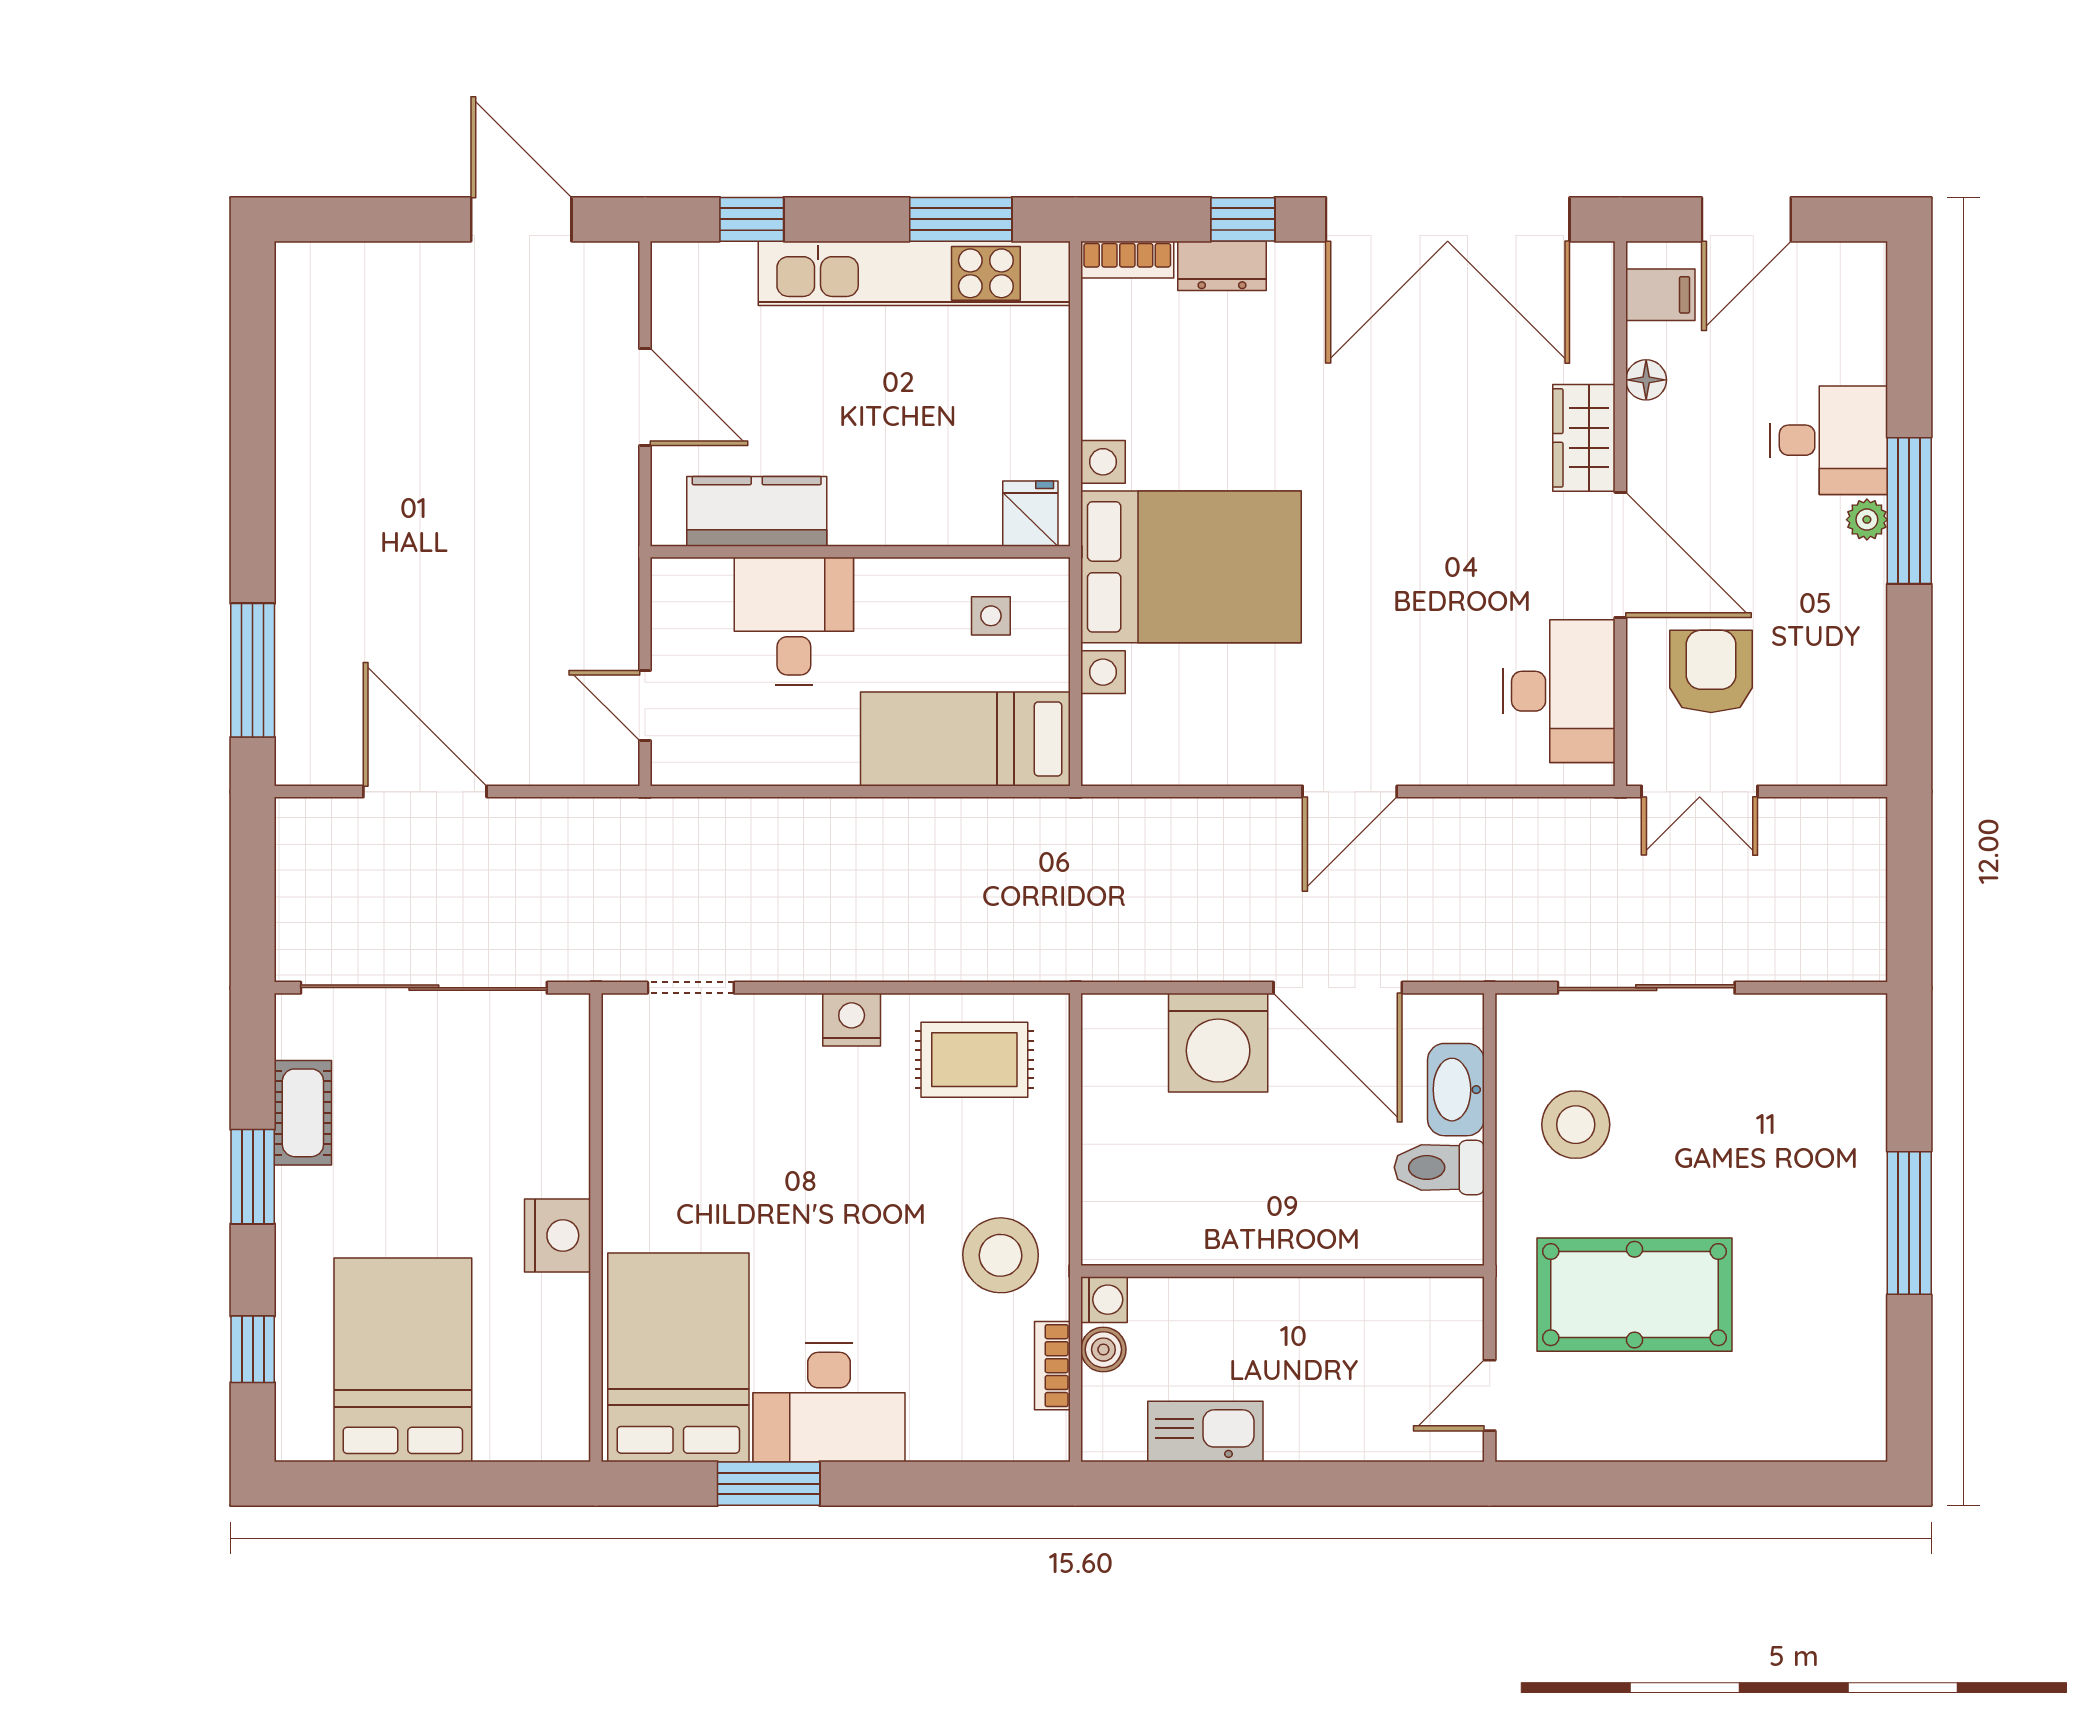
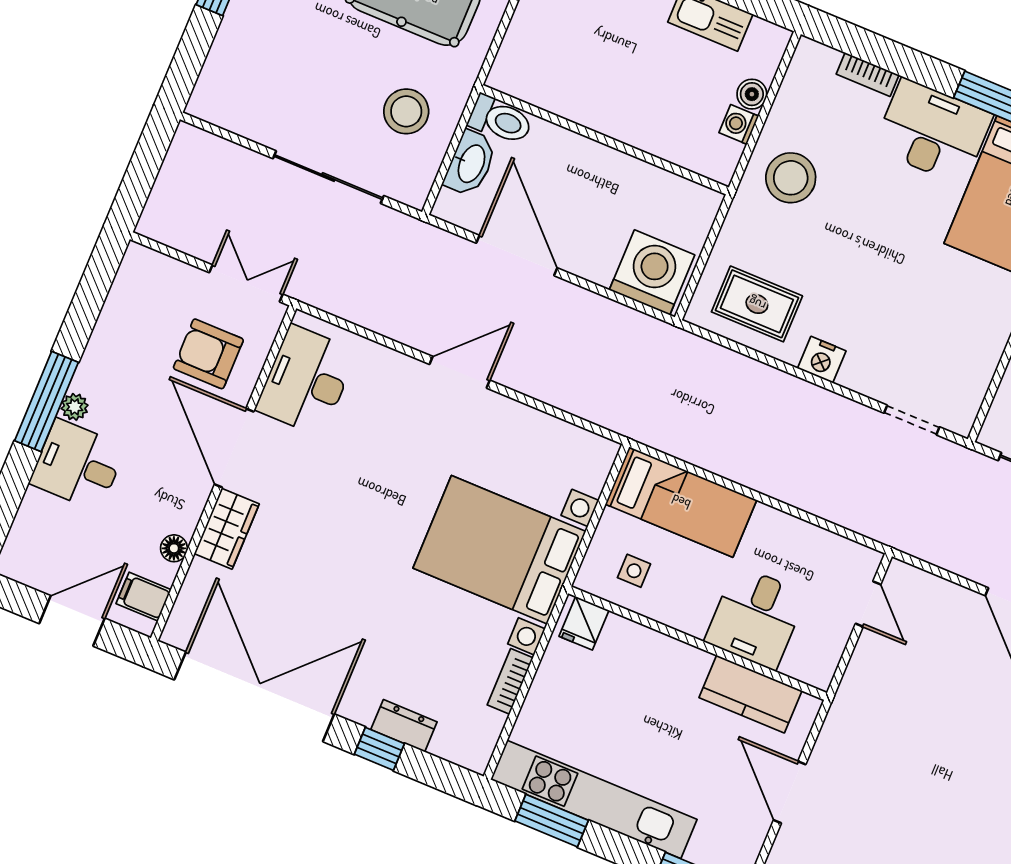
bookcase: (1127, 260) -> (510, 681), moved, turned -90
armchair: (1711, 671) -> (208, 354), turned 90
washing machine: (1218, 1043) -> (652, 272), moved
wall: (1283, 1271) -> (604, 140), moved
bookcase: (1052, 1366) -> (868, 75), moved, turned 90

